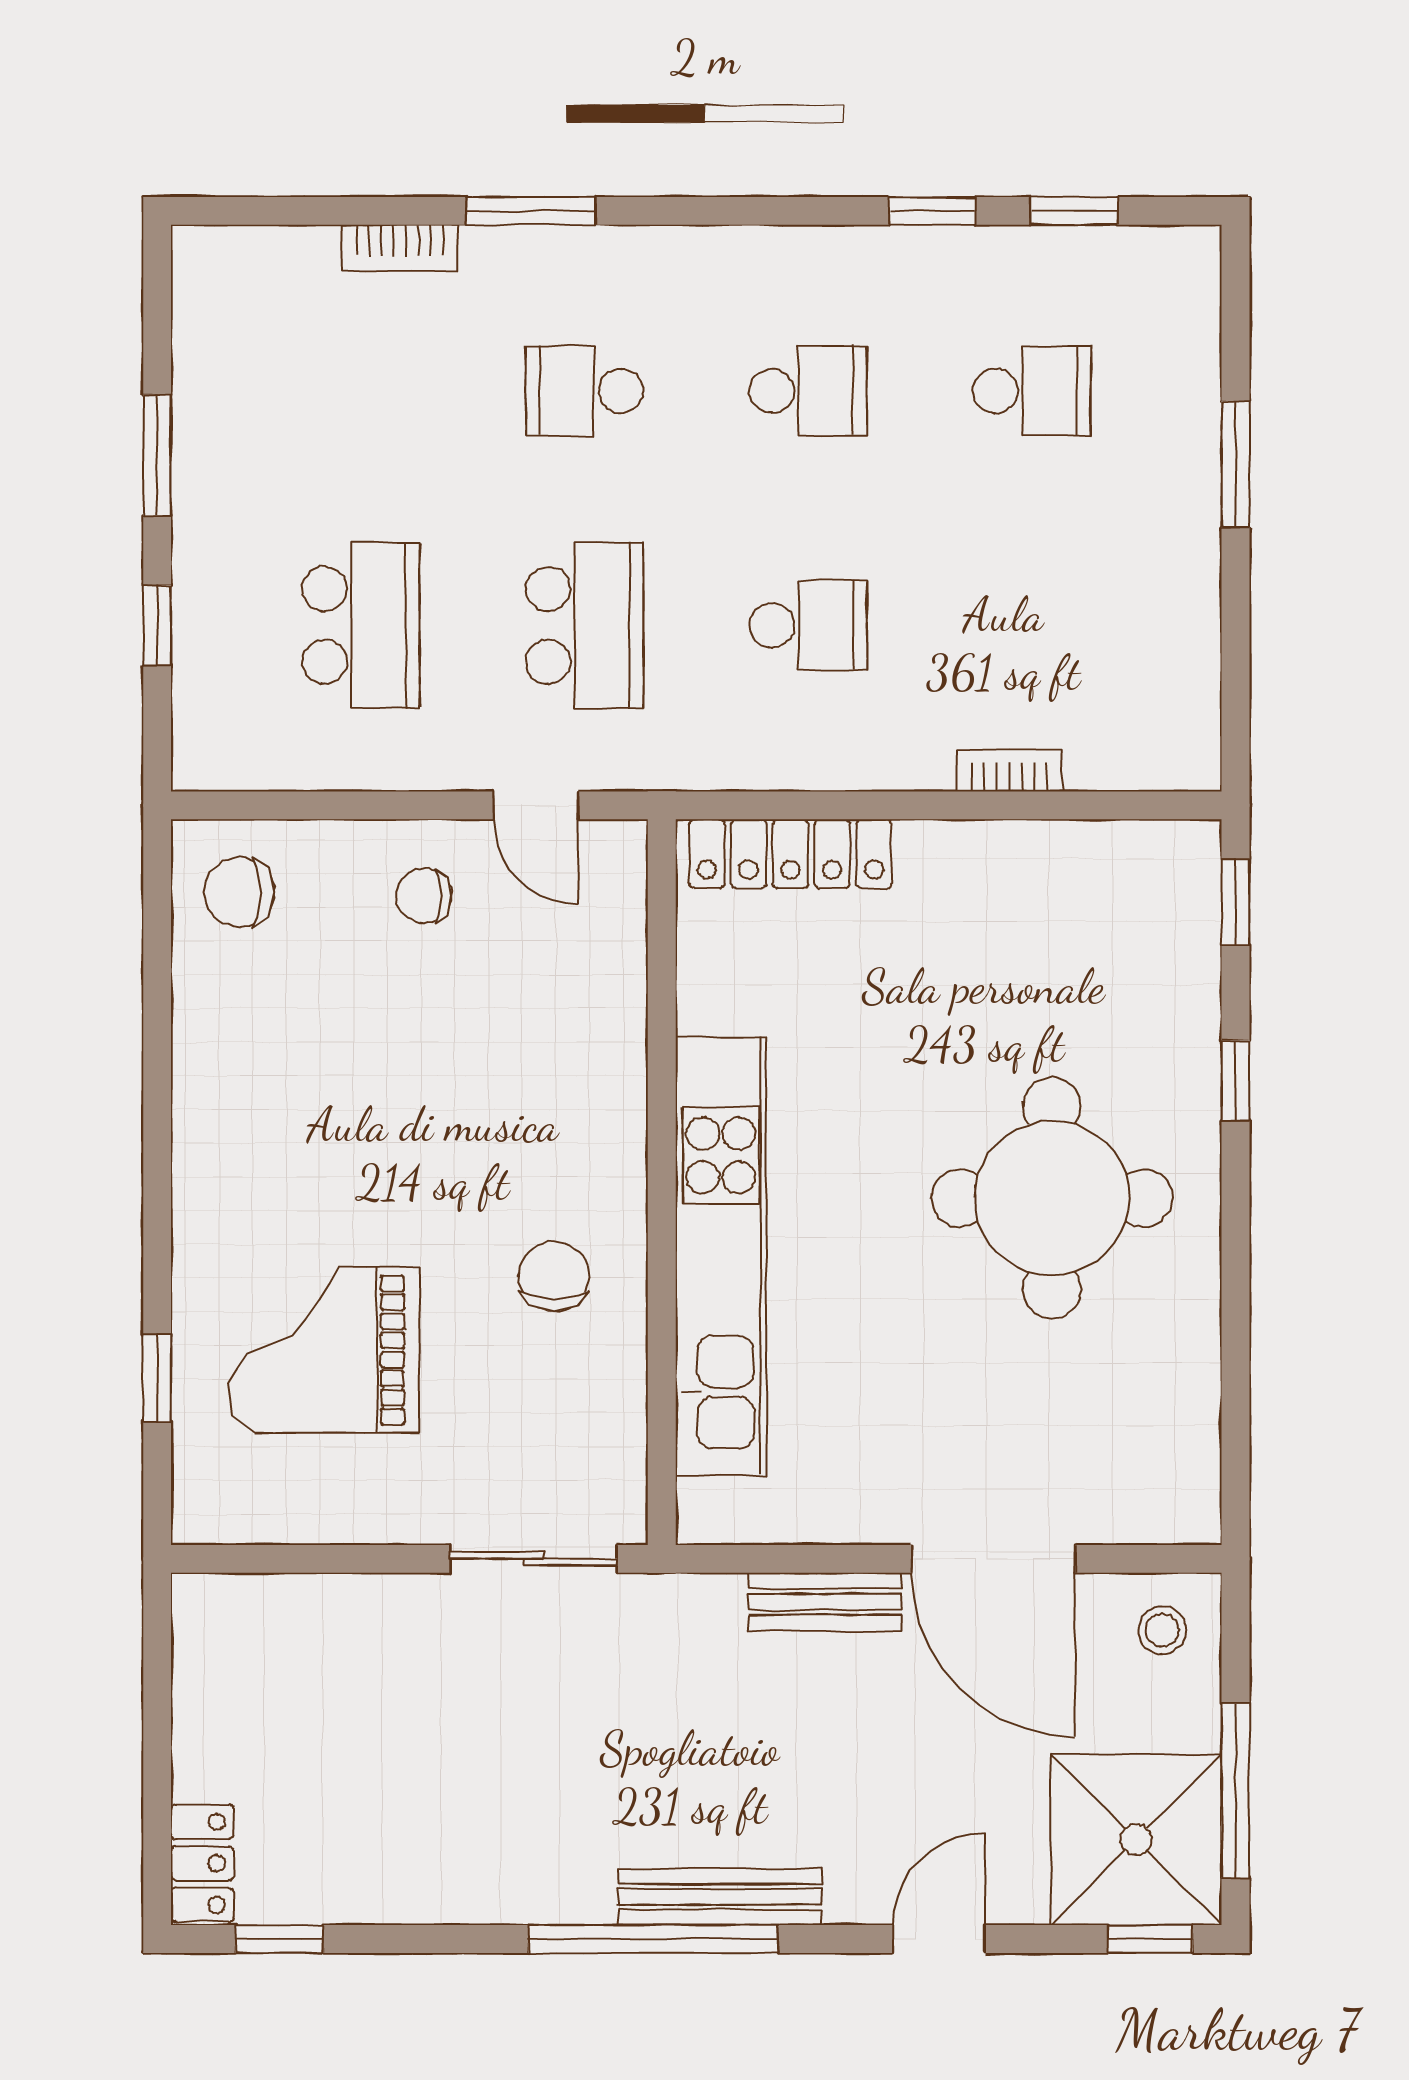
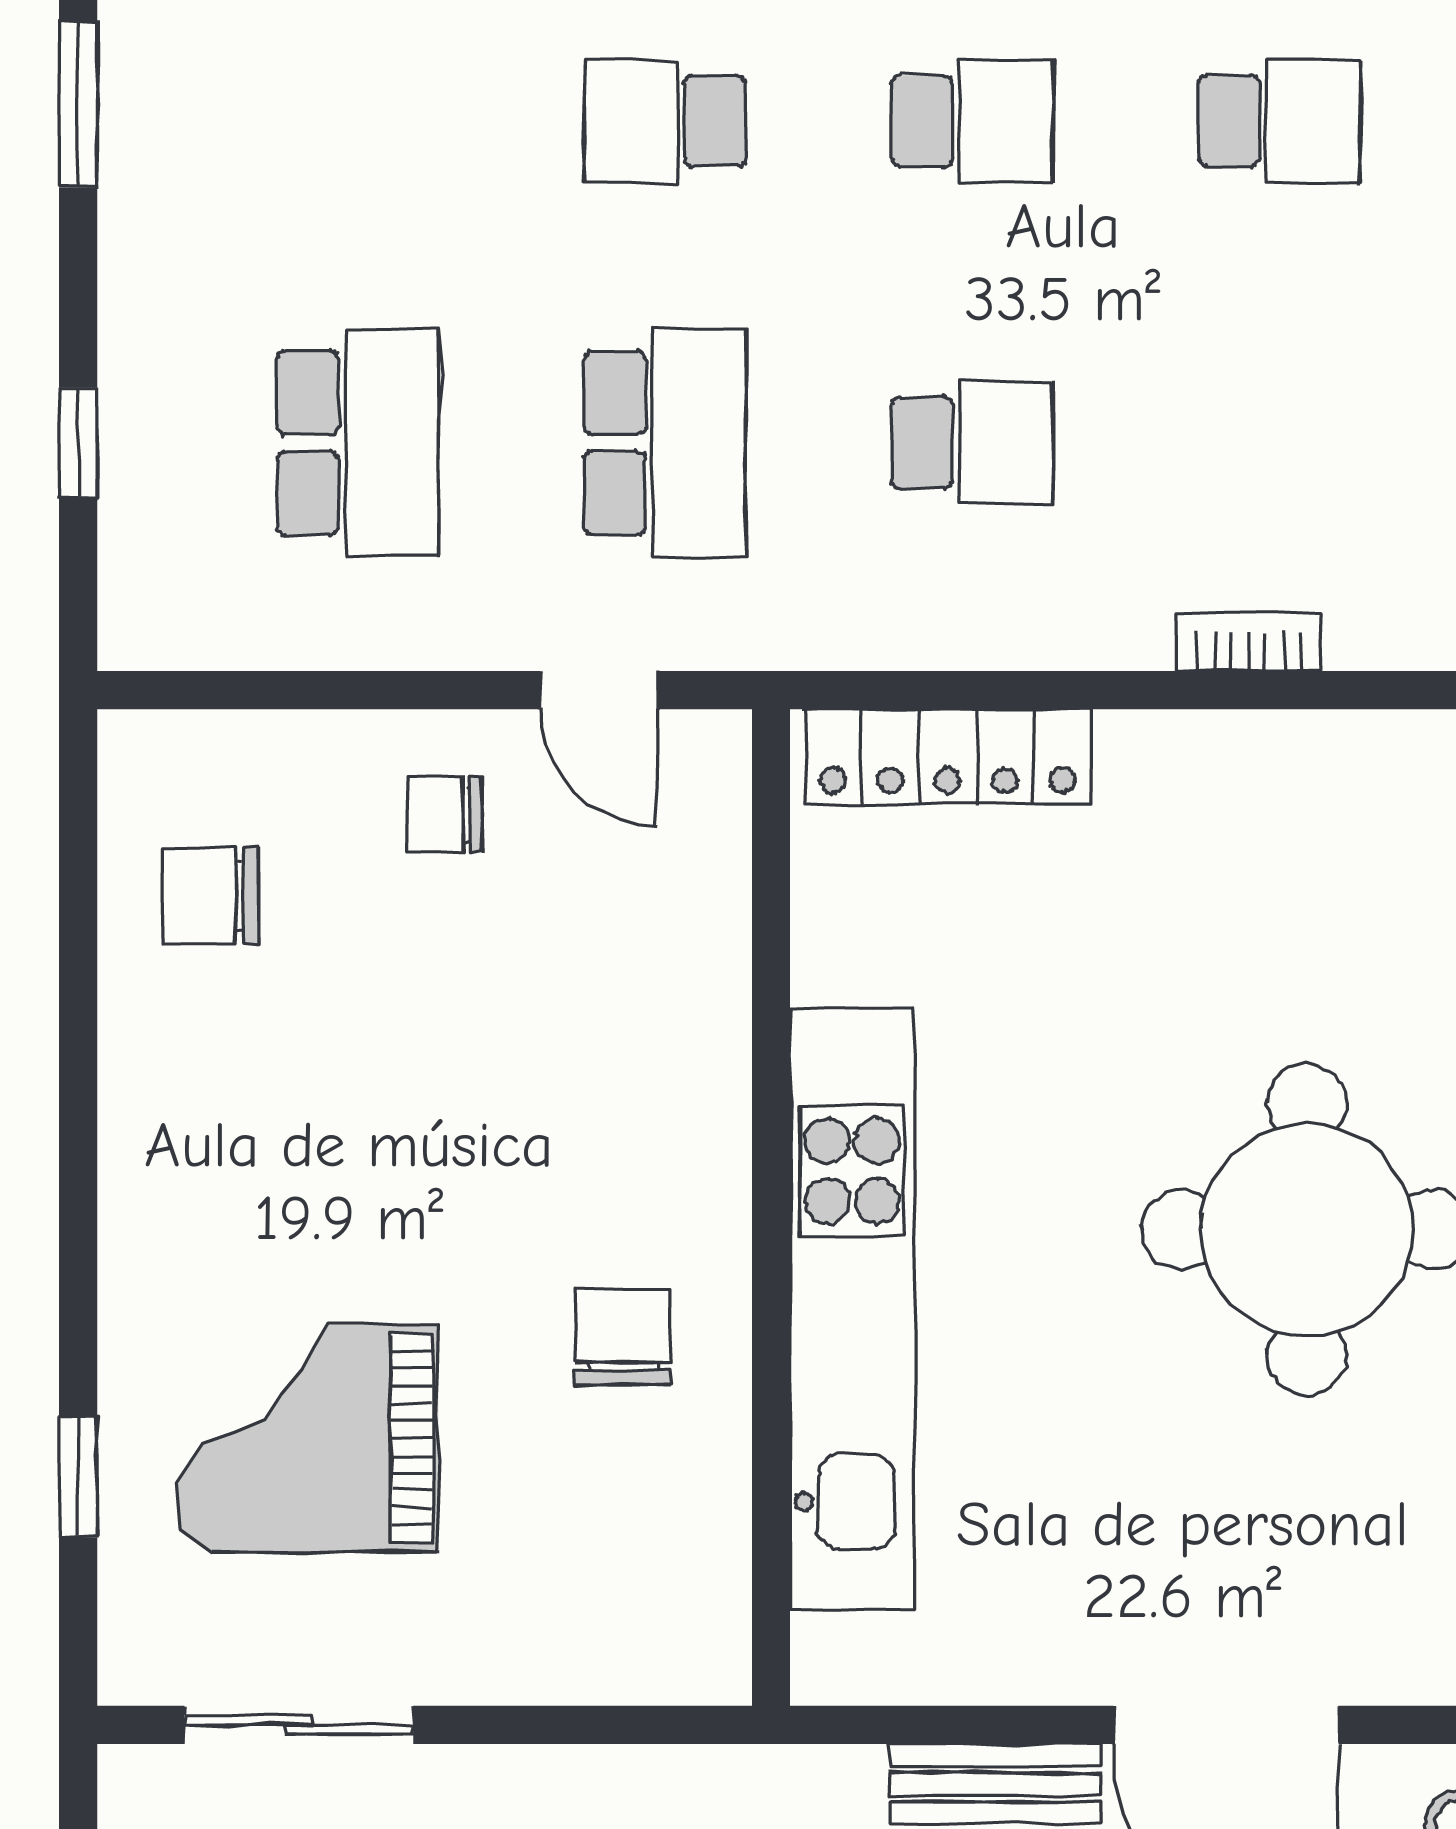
window: (157, 455) -> (78, 104), moved
chair: (239, 892) -> (211, 896), moved
sliding door: (534, 1559) -> (299, 1725), moved

